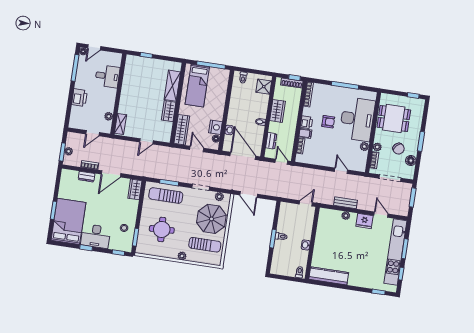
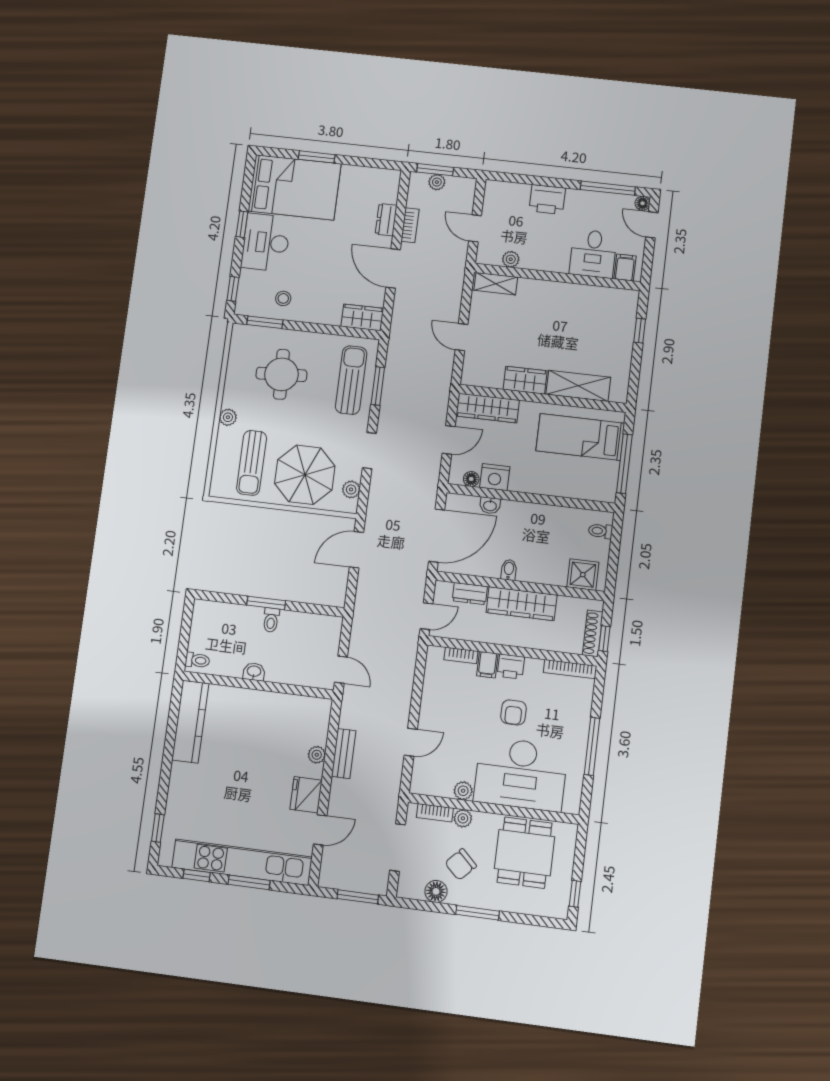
filing cabinet: (115, 61) -> (625, 267), added
wardrobe: (278, 111) -> (522, 604), width x1.50

